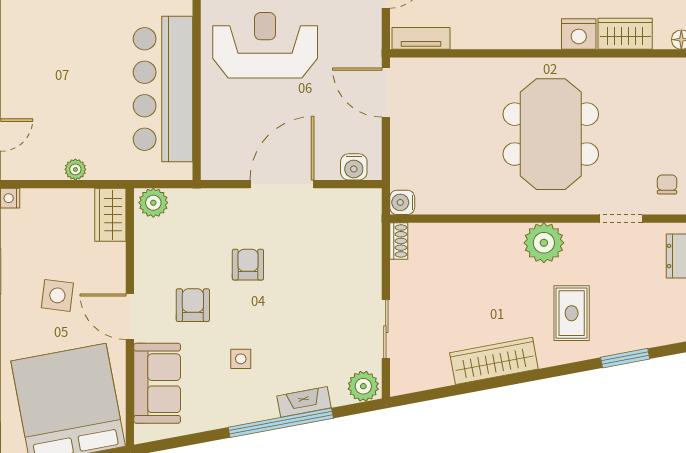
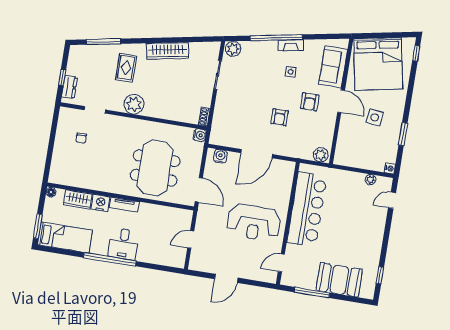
tv unit: (421, 38) -> (124, 205), moved
meeting table: (551, 134) -> (155, 168), moved
plant: (75, 169) -> (371, 180), moved
chair: (667, 184) -> (81, 138), moved
wardrobe: (110, 215) -> (342, 152), removed
window: (625, 358) -> (104, 42), width x1.44
fireplace: (304, 402) -> (291, 45), moved

